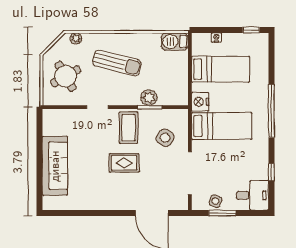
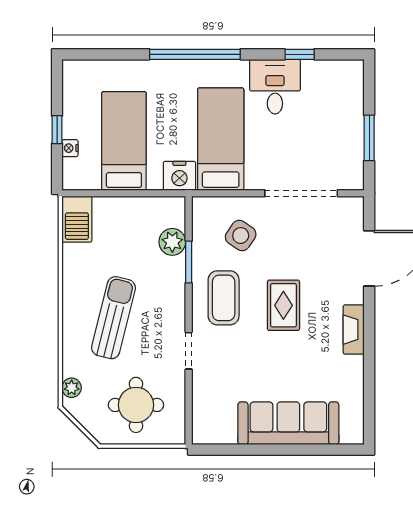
window: (251, 30) -> (57, 130), moved
round table: (66, 76) -> (136, 405), turned 30
plant: (149, 98) -> (172, 242), moved
coffee table: (129, 128) -> (224, 298), turned 90
desk: (252, 195) -> (275, 87), moved
side table: (215, 201) -> (349, 150), removed
fireplace: (110, 204) -> (354, 330), added

